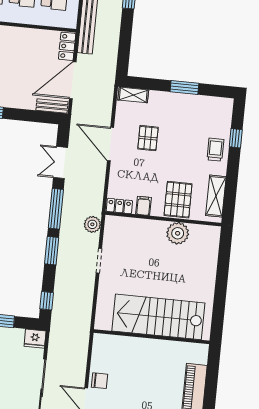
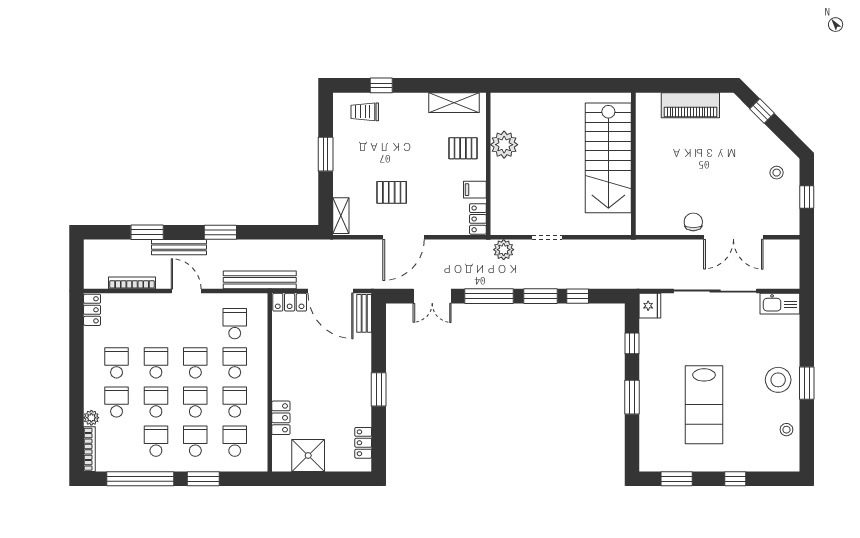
trolley: (215, 150) -> (365, 112), moved
pallet: (178, 200) -> (463, 148), width x0.67, depth x0.71
window: (47, 301) -> (578, 296), moved

